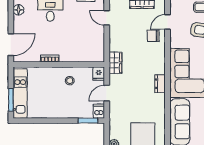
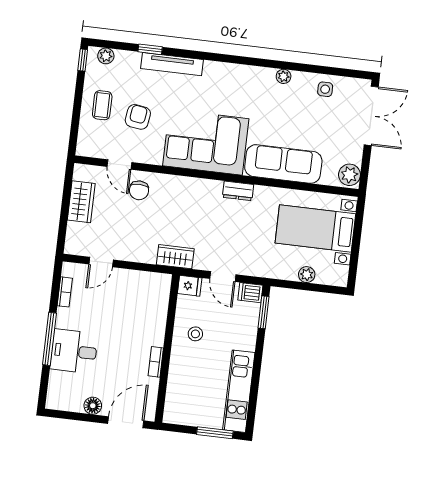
floor lamp: (19, 10) -> (93, 406), moved
door: (11, 45) -> (126, 422), hinge flipped
dresser: (160, 84) -> (238, 191), moved
kitchen unit: (20, 93) -> (239, 391), moved, turned -90

